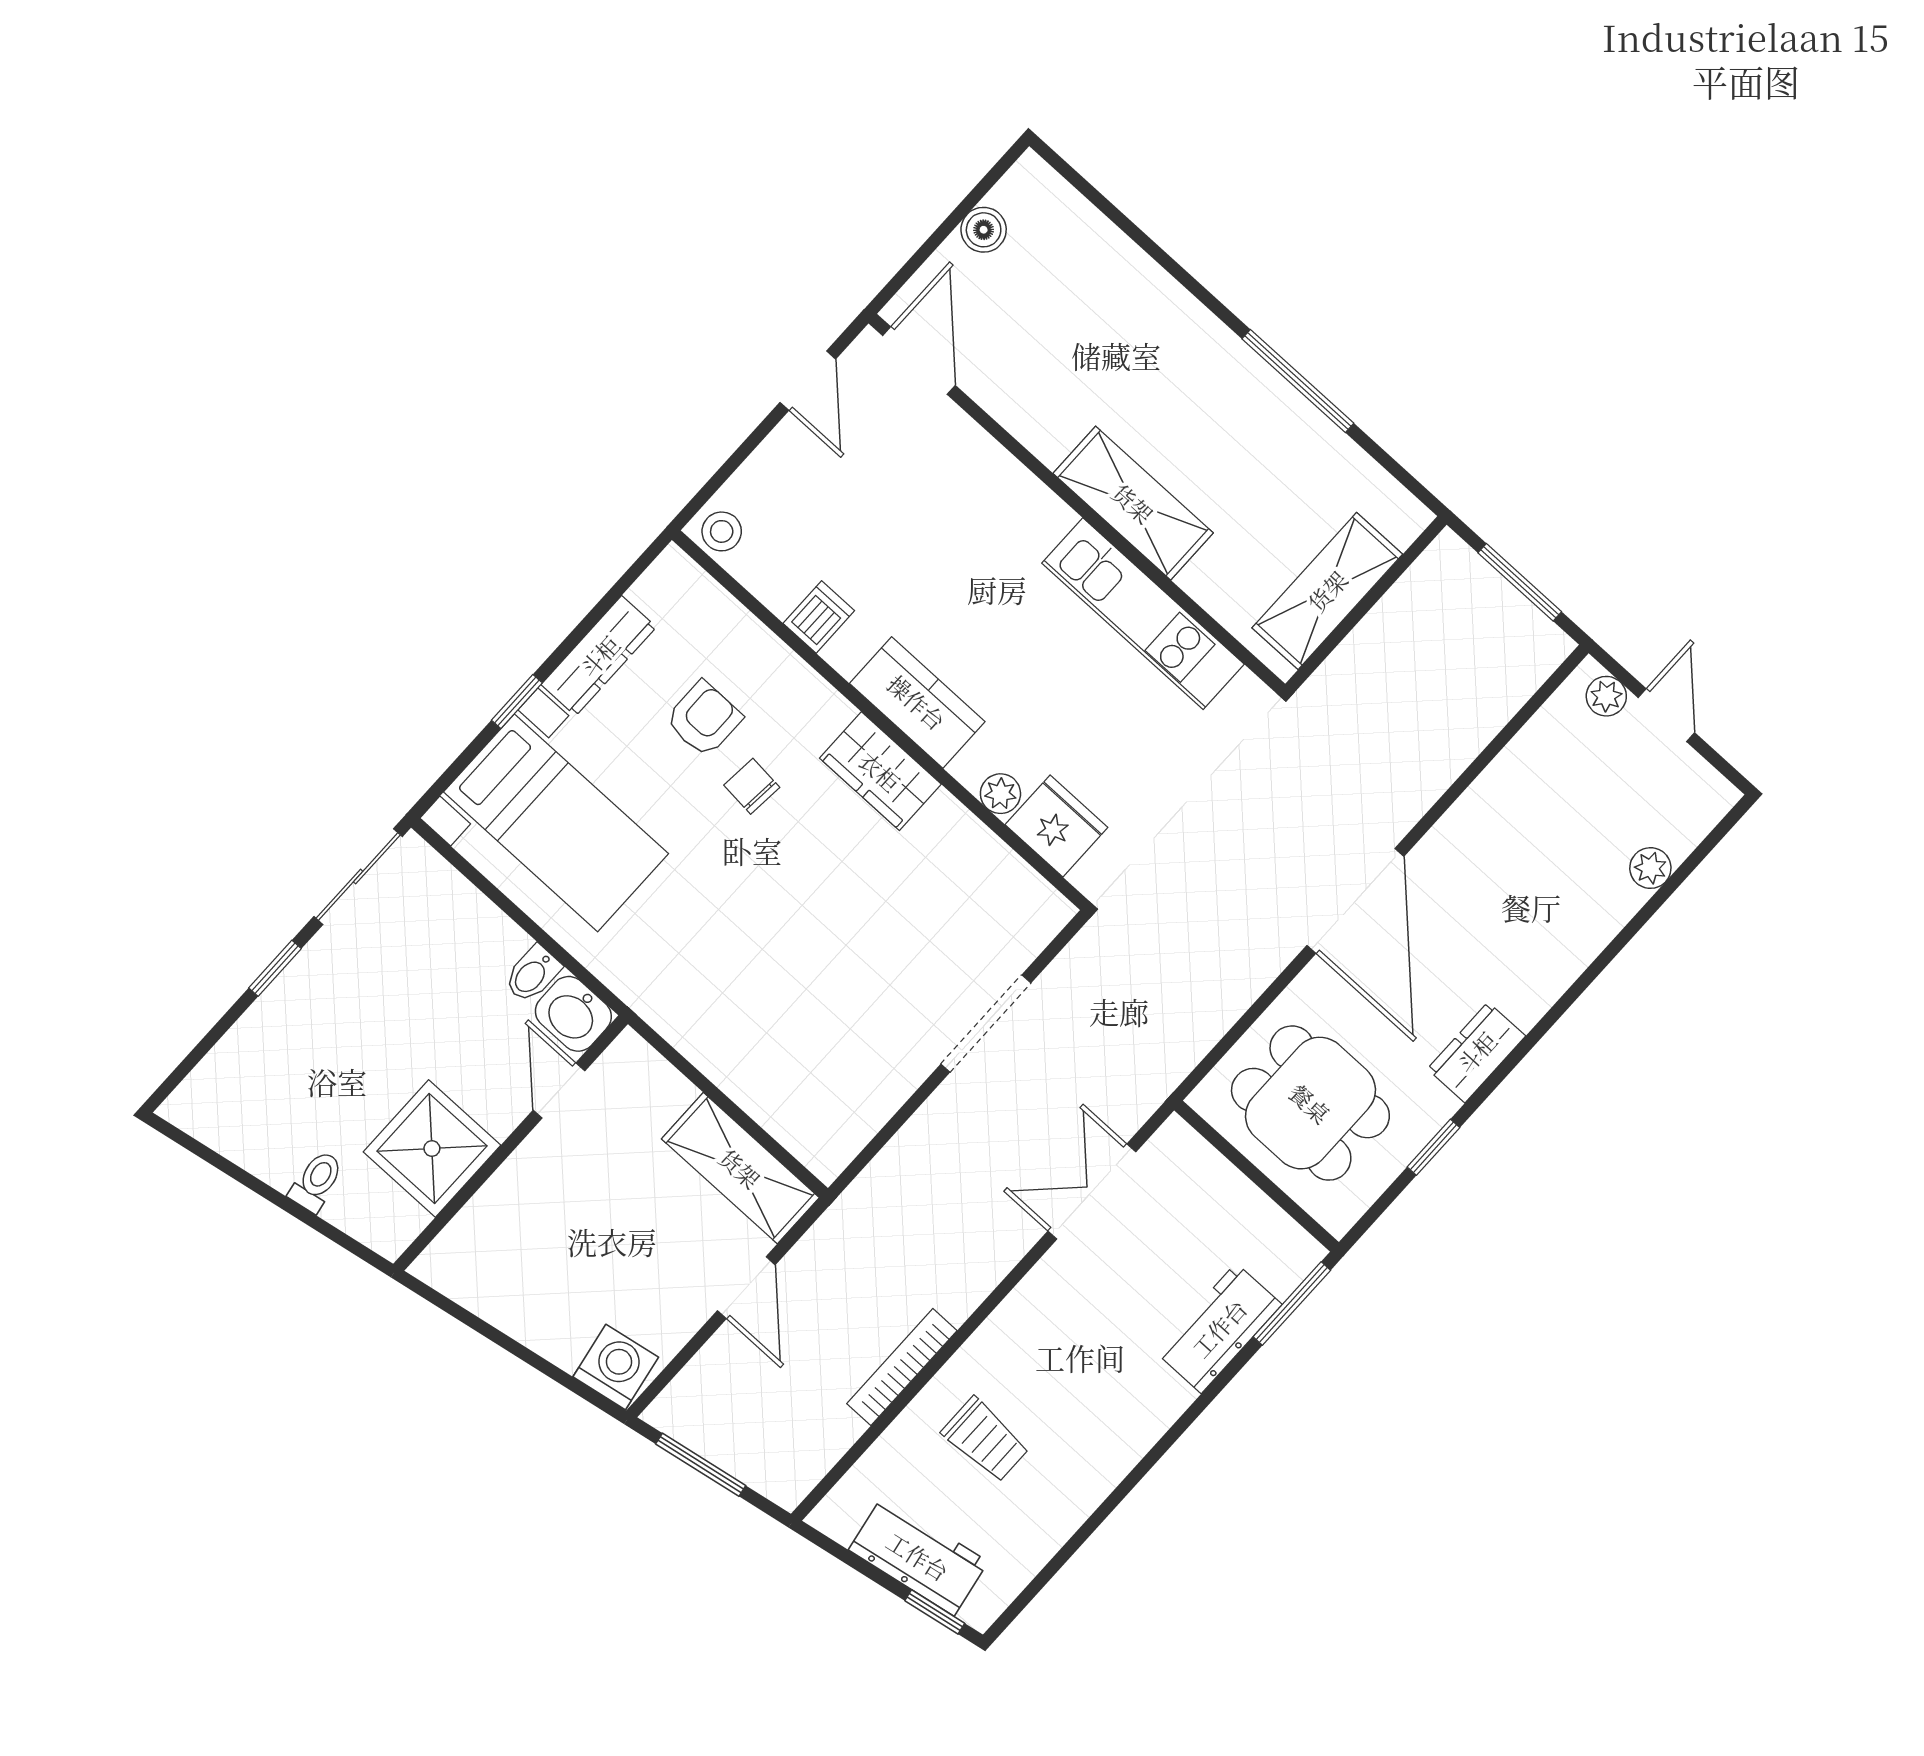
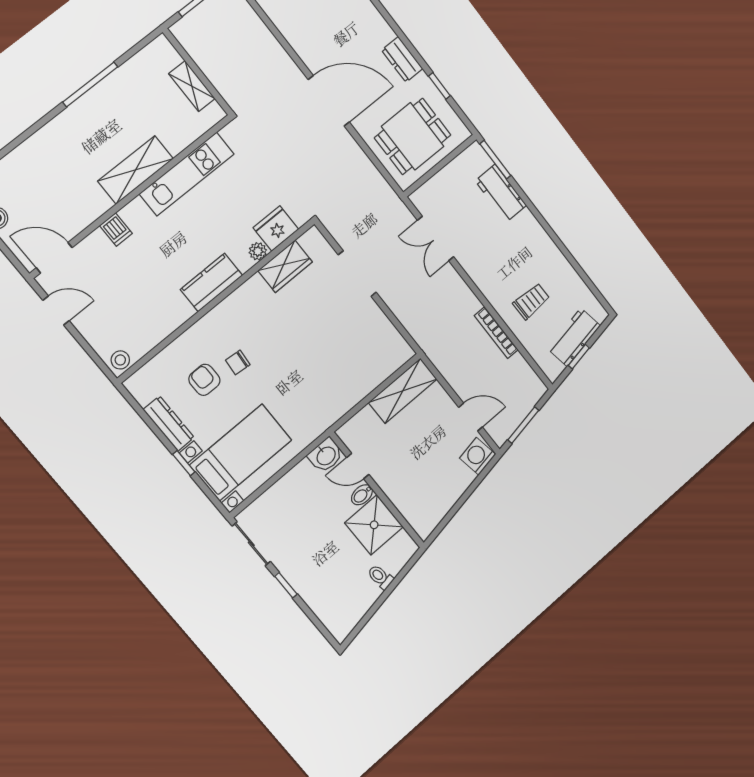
shelving: (1327, 591) -> (192, 86), width x0.67, depth x0.75
dishwasher: (819, 617) -> (116, 230), moved, turned 180
wardrobe: (880, 771) -> (285, 266), moved
bidet: (532, 974) -> (362, 495), moved, turned 90
door: (746, 1288) -> (471, 417), moved
window: (935, 1612) -> (579, 357), moved

